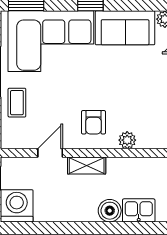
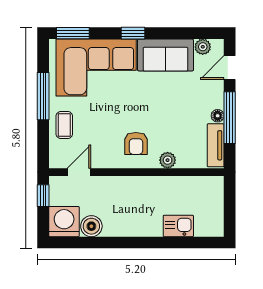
door: (50, 153) -> (79, 172), moved
shelving: (87, 166) -> (130, 184), removed
boiler: (110, 211) -> (91, 226), moved

